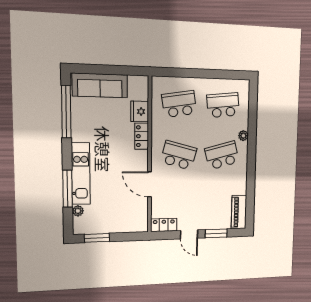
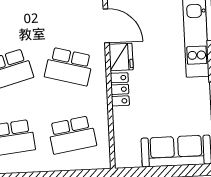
fridge: (140, 111) -> (121, 57), moved

